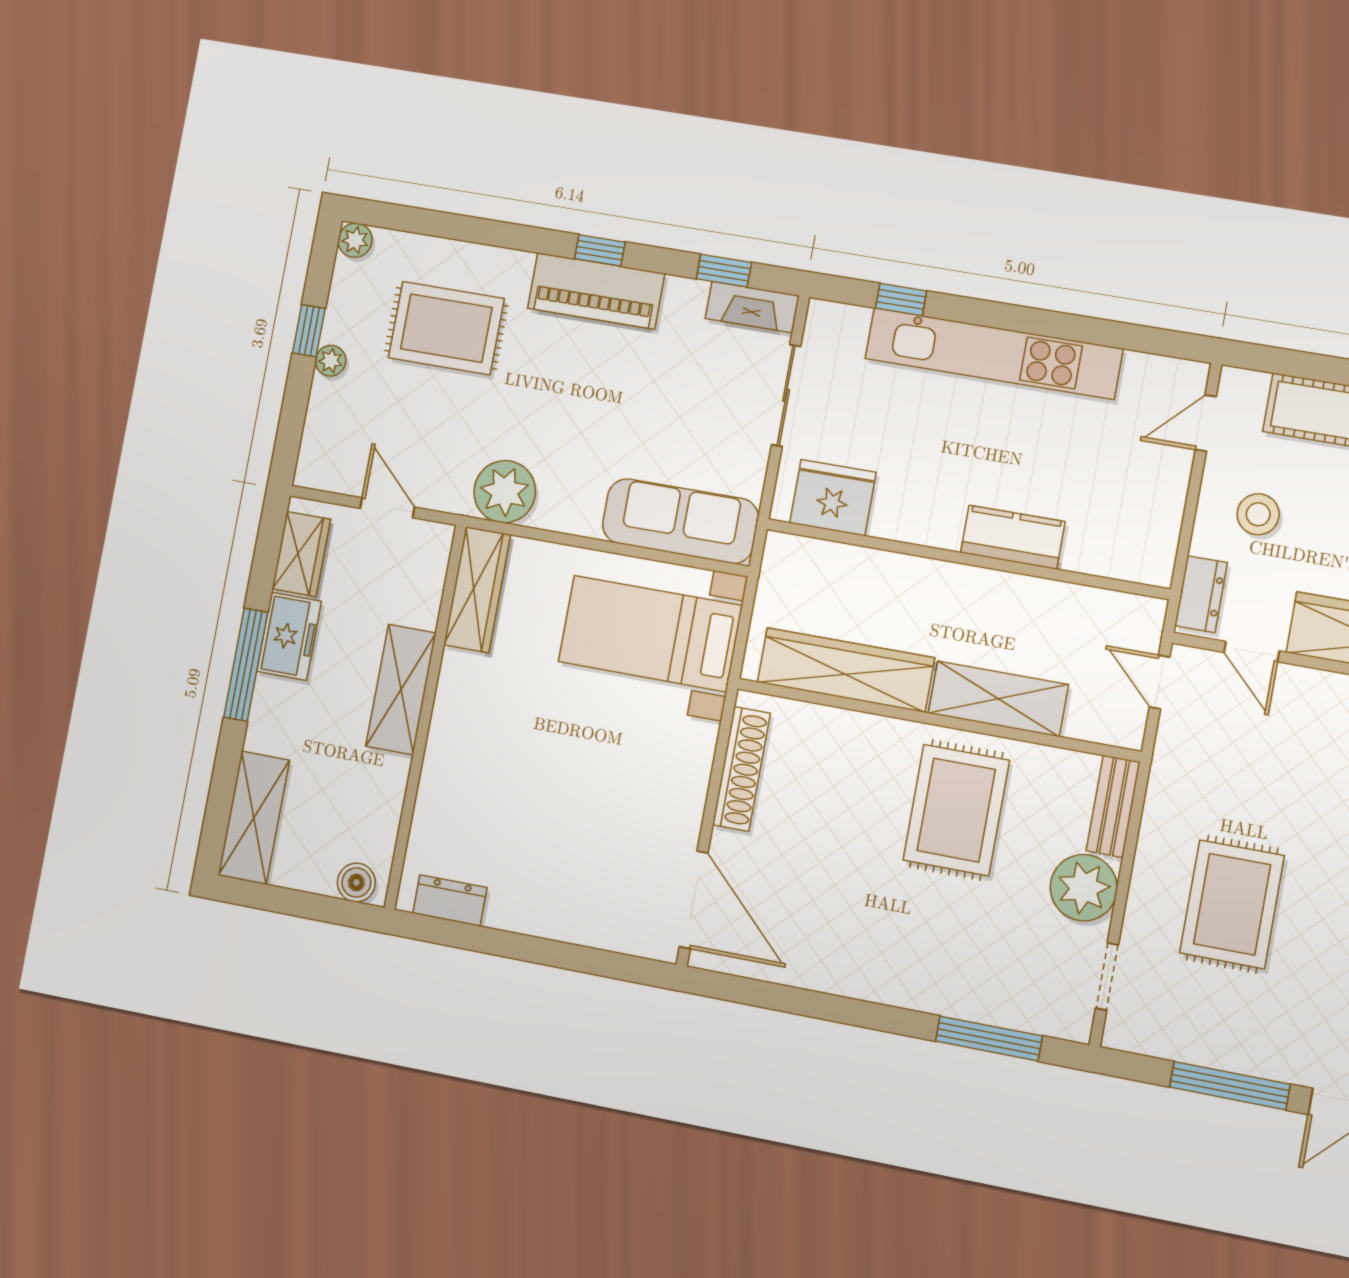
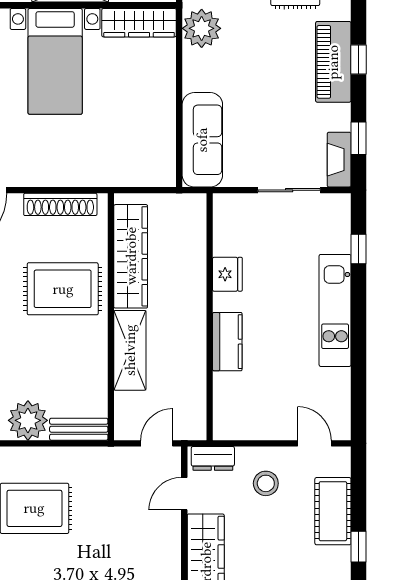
kitchen unit: (994, 354) -> (335, 310), width x0.73
fridge: (833, 498) -> (227, 274), moved, width x0.73, depth x0.75
bed with nightstands: (650, 634) -> (55, 61), moved, turned 180
rug: (956, 810) -> (63, 289), moved

